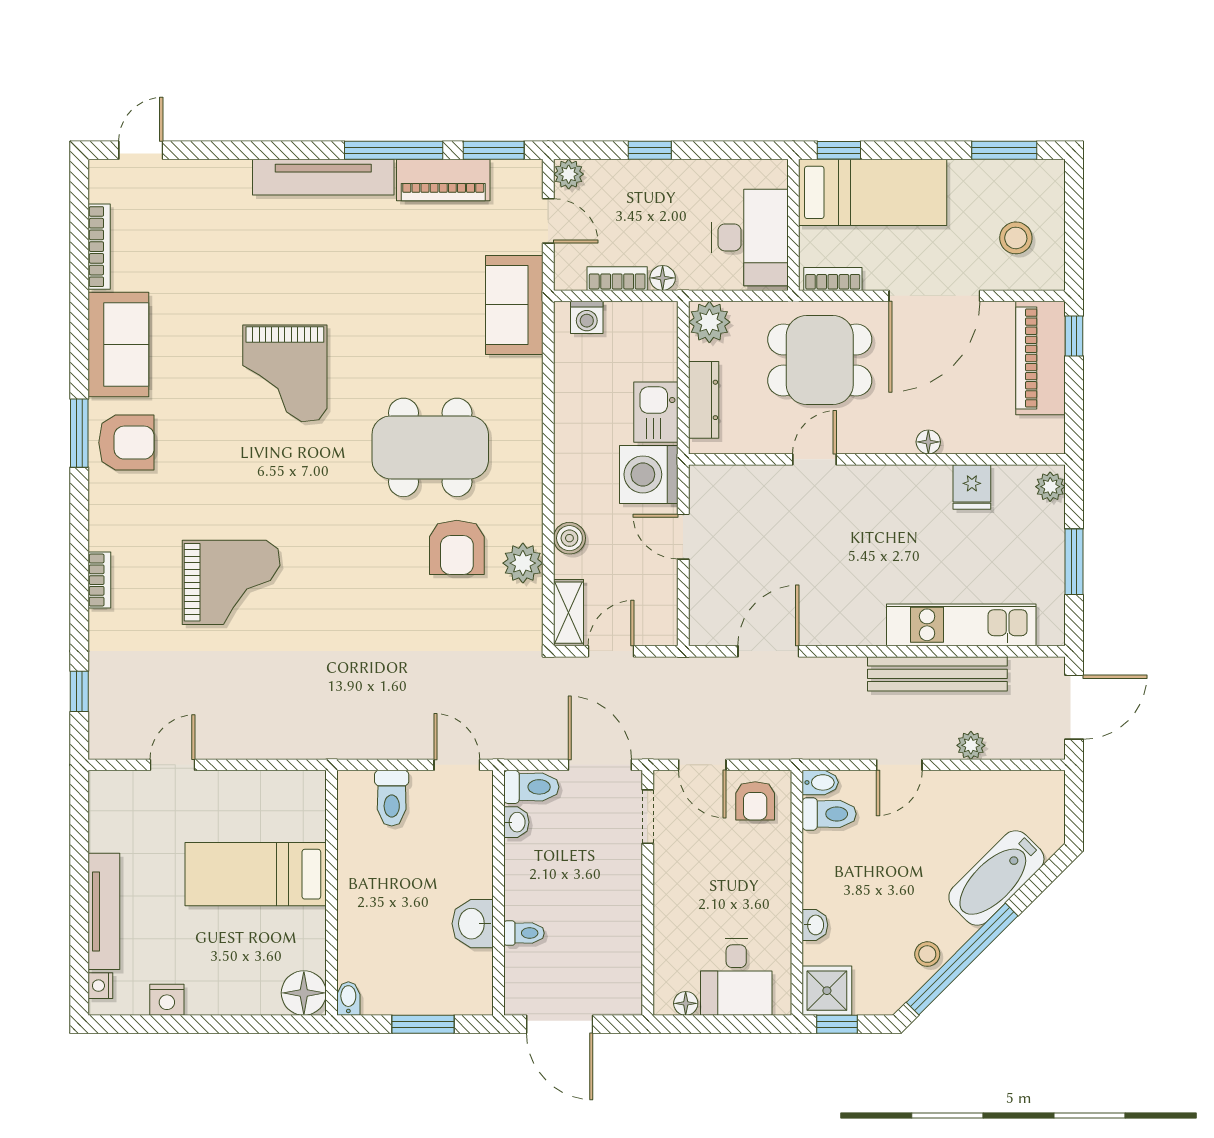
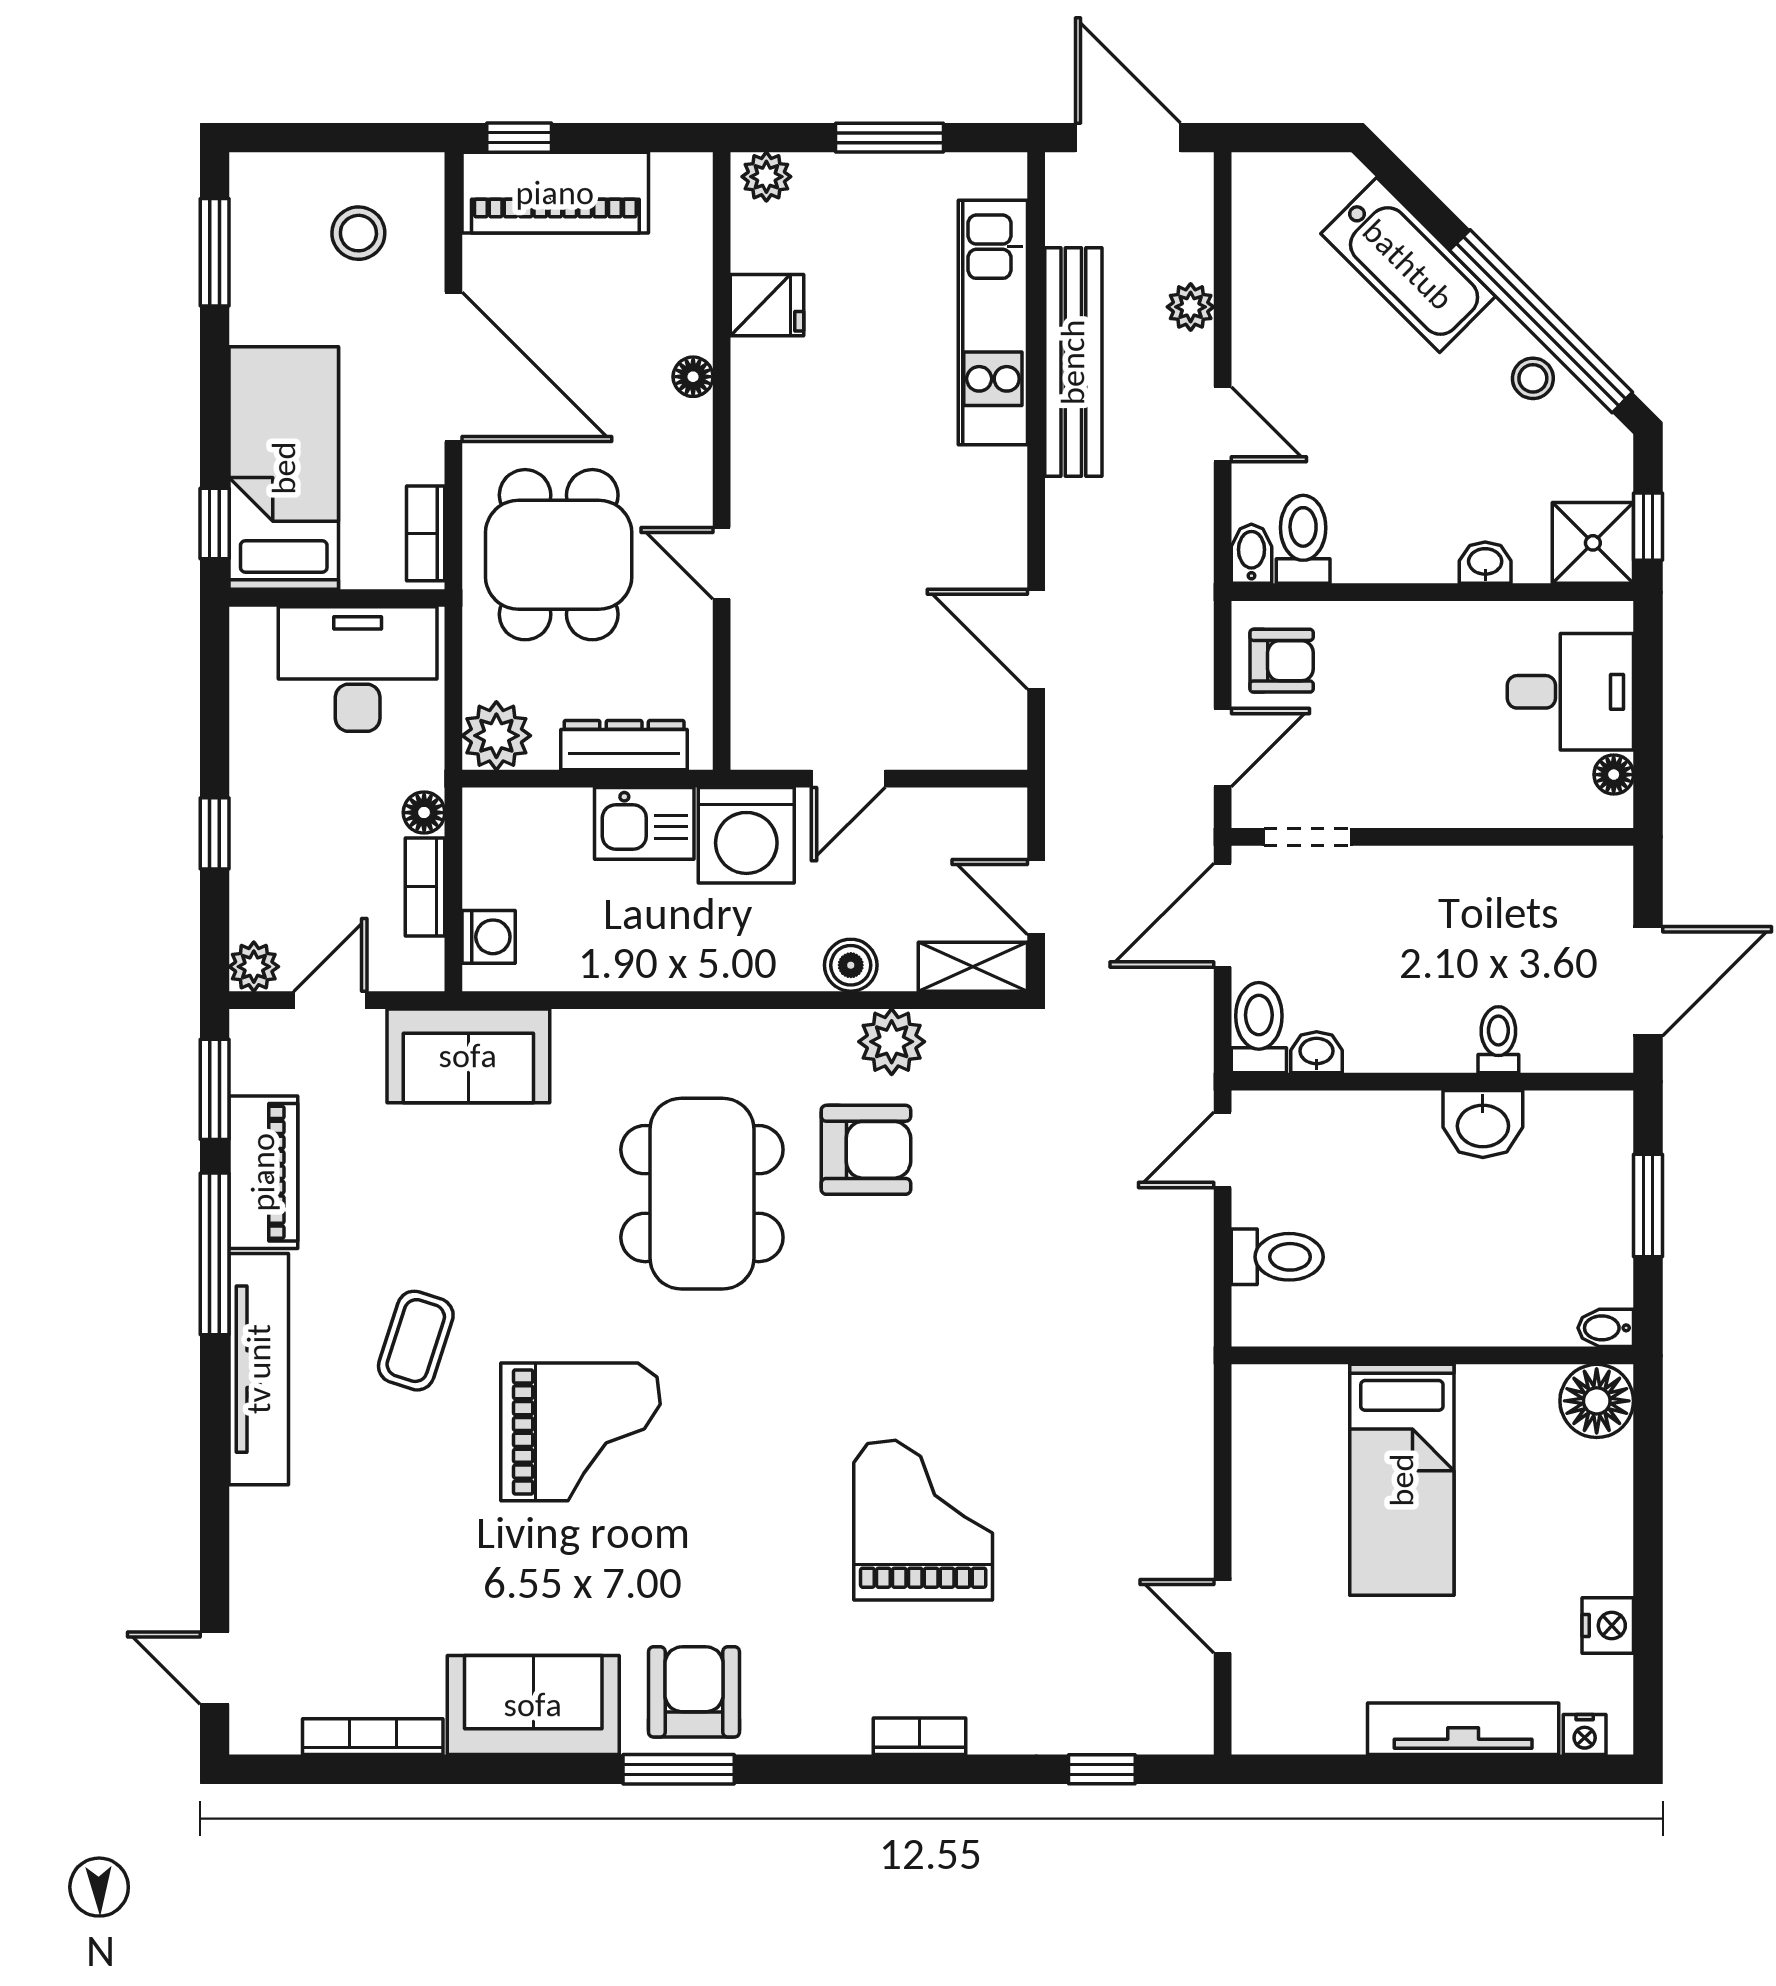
coffee table: (341, 273) -> (416, 1341), added

